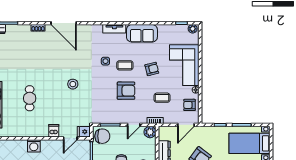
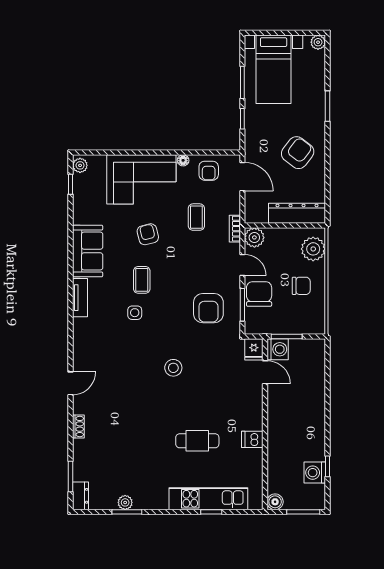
door: (64, 23) -> (71, 383), width x0.53
armchair: (126, 91) -> (208, 308), moved, turned 180
dishwasher: (54, 131) -> (252, 439), moved
chair: (102, 136) -> (259, 294), moved
washing machine: (34, 146) -> (278, 349), moved

